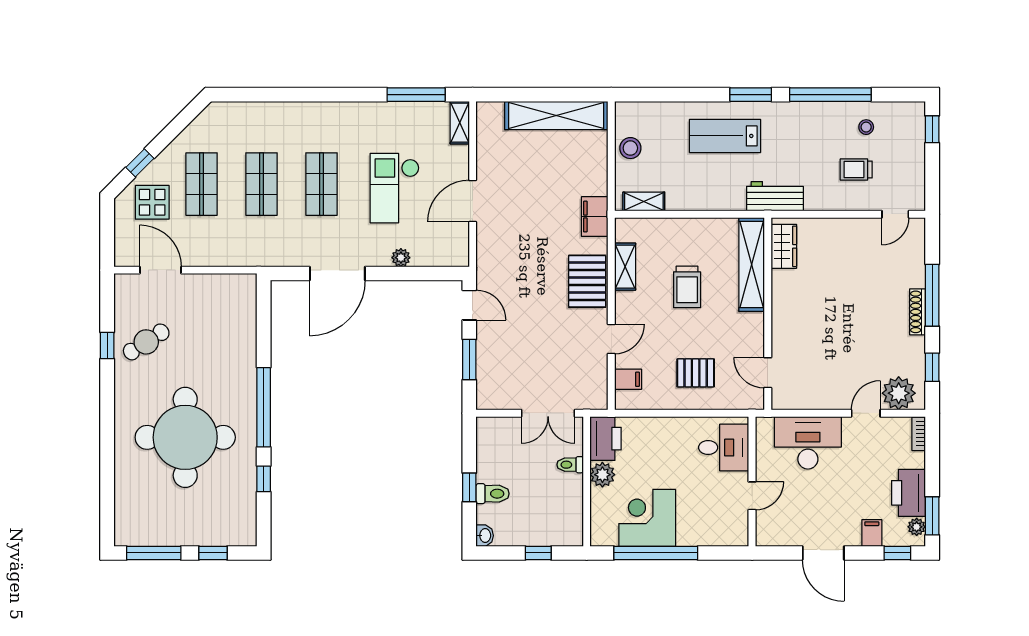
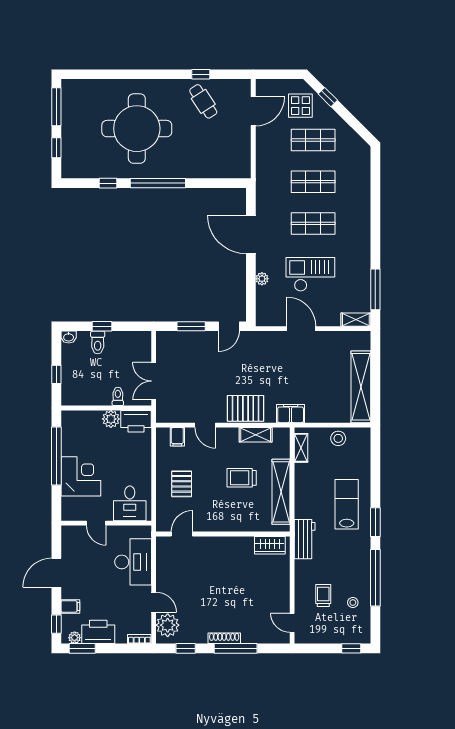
shelving: (752, 264) -> (281, 492), moved, turned 90
corner desk: (647, 518) -> (81, 476), moved

